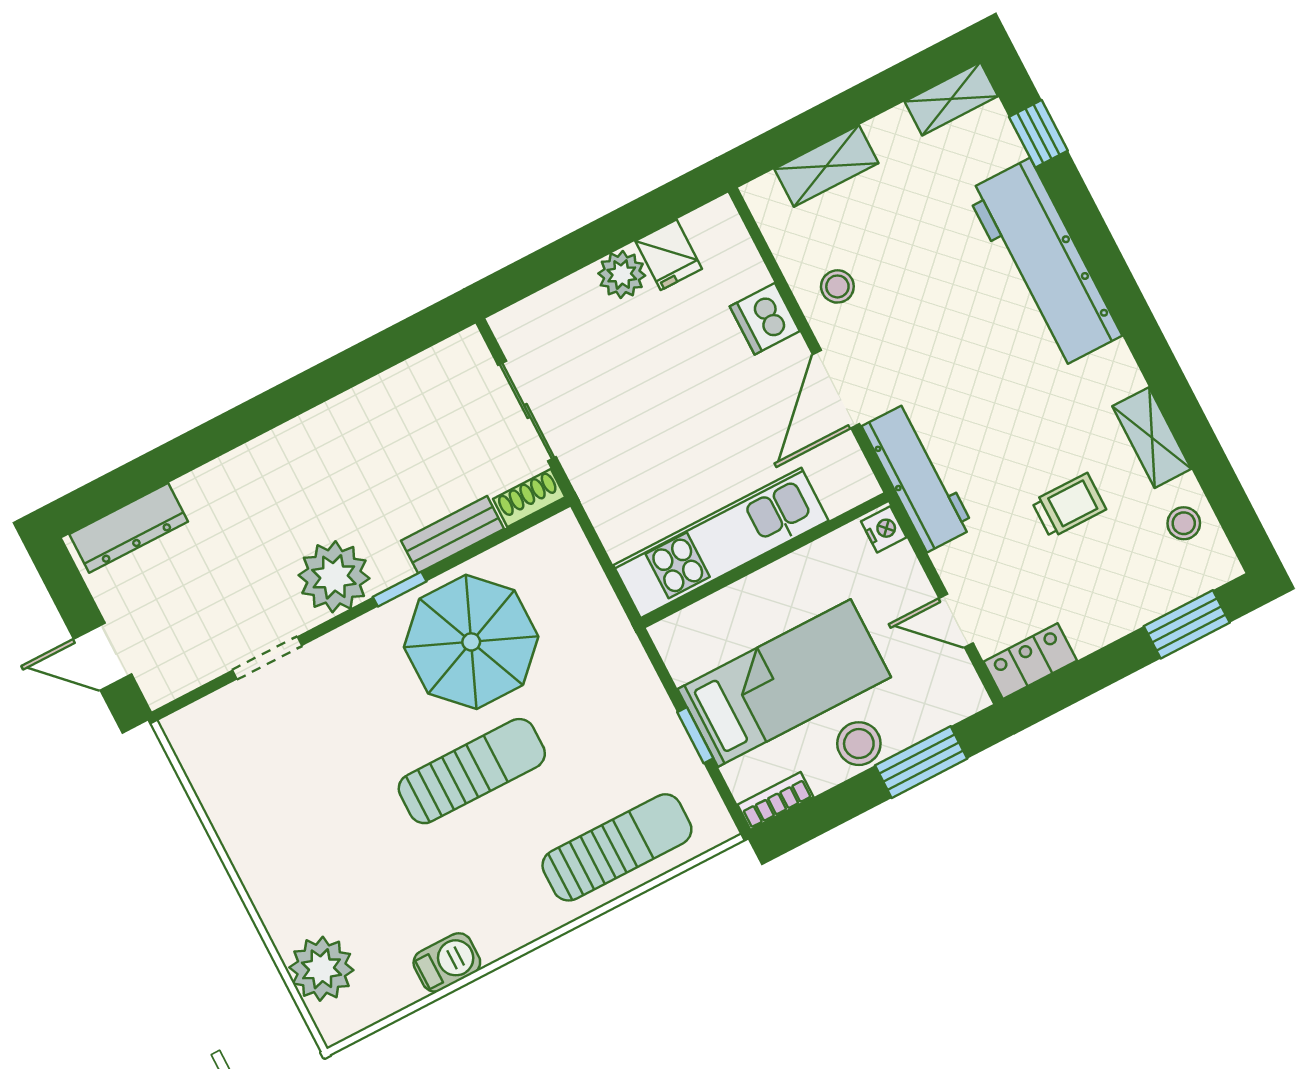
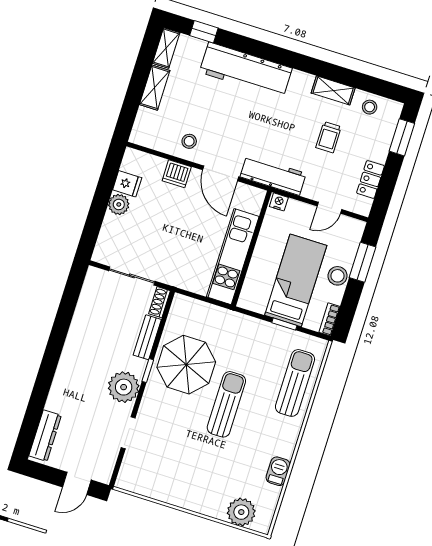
shelving: (826, 166) -> (155, 88), moved
trolley: (1069, 505) -> (329, 137), turned 180
locker: (1030, 661) -> (370, 179), moved

